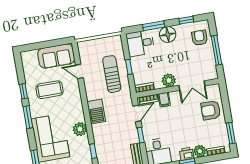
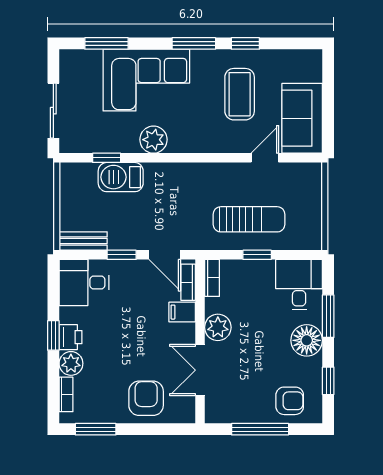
barbecue: (96, 112) -> (121, 177), moved

